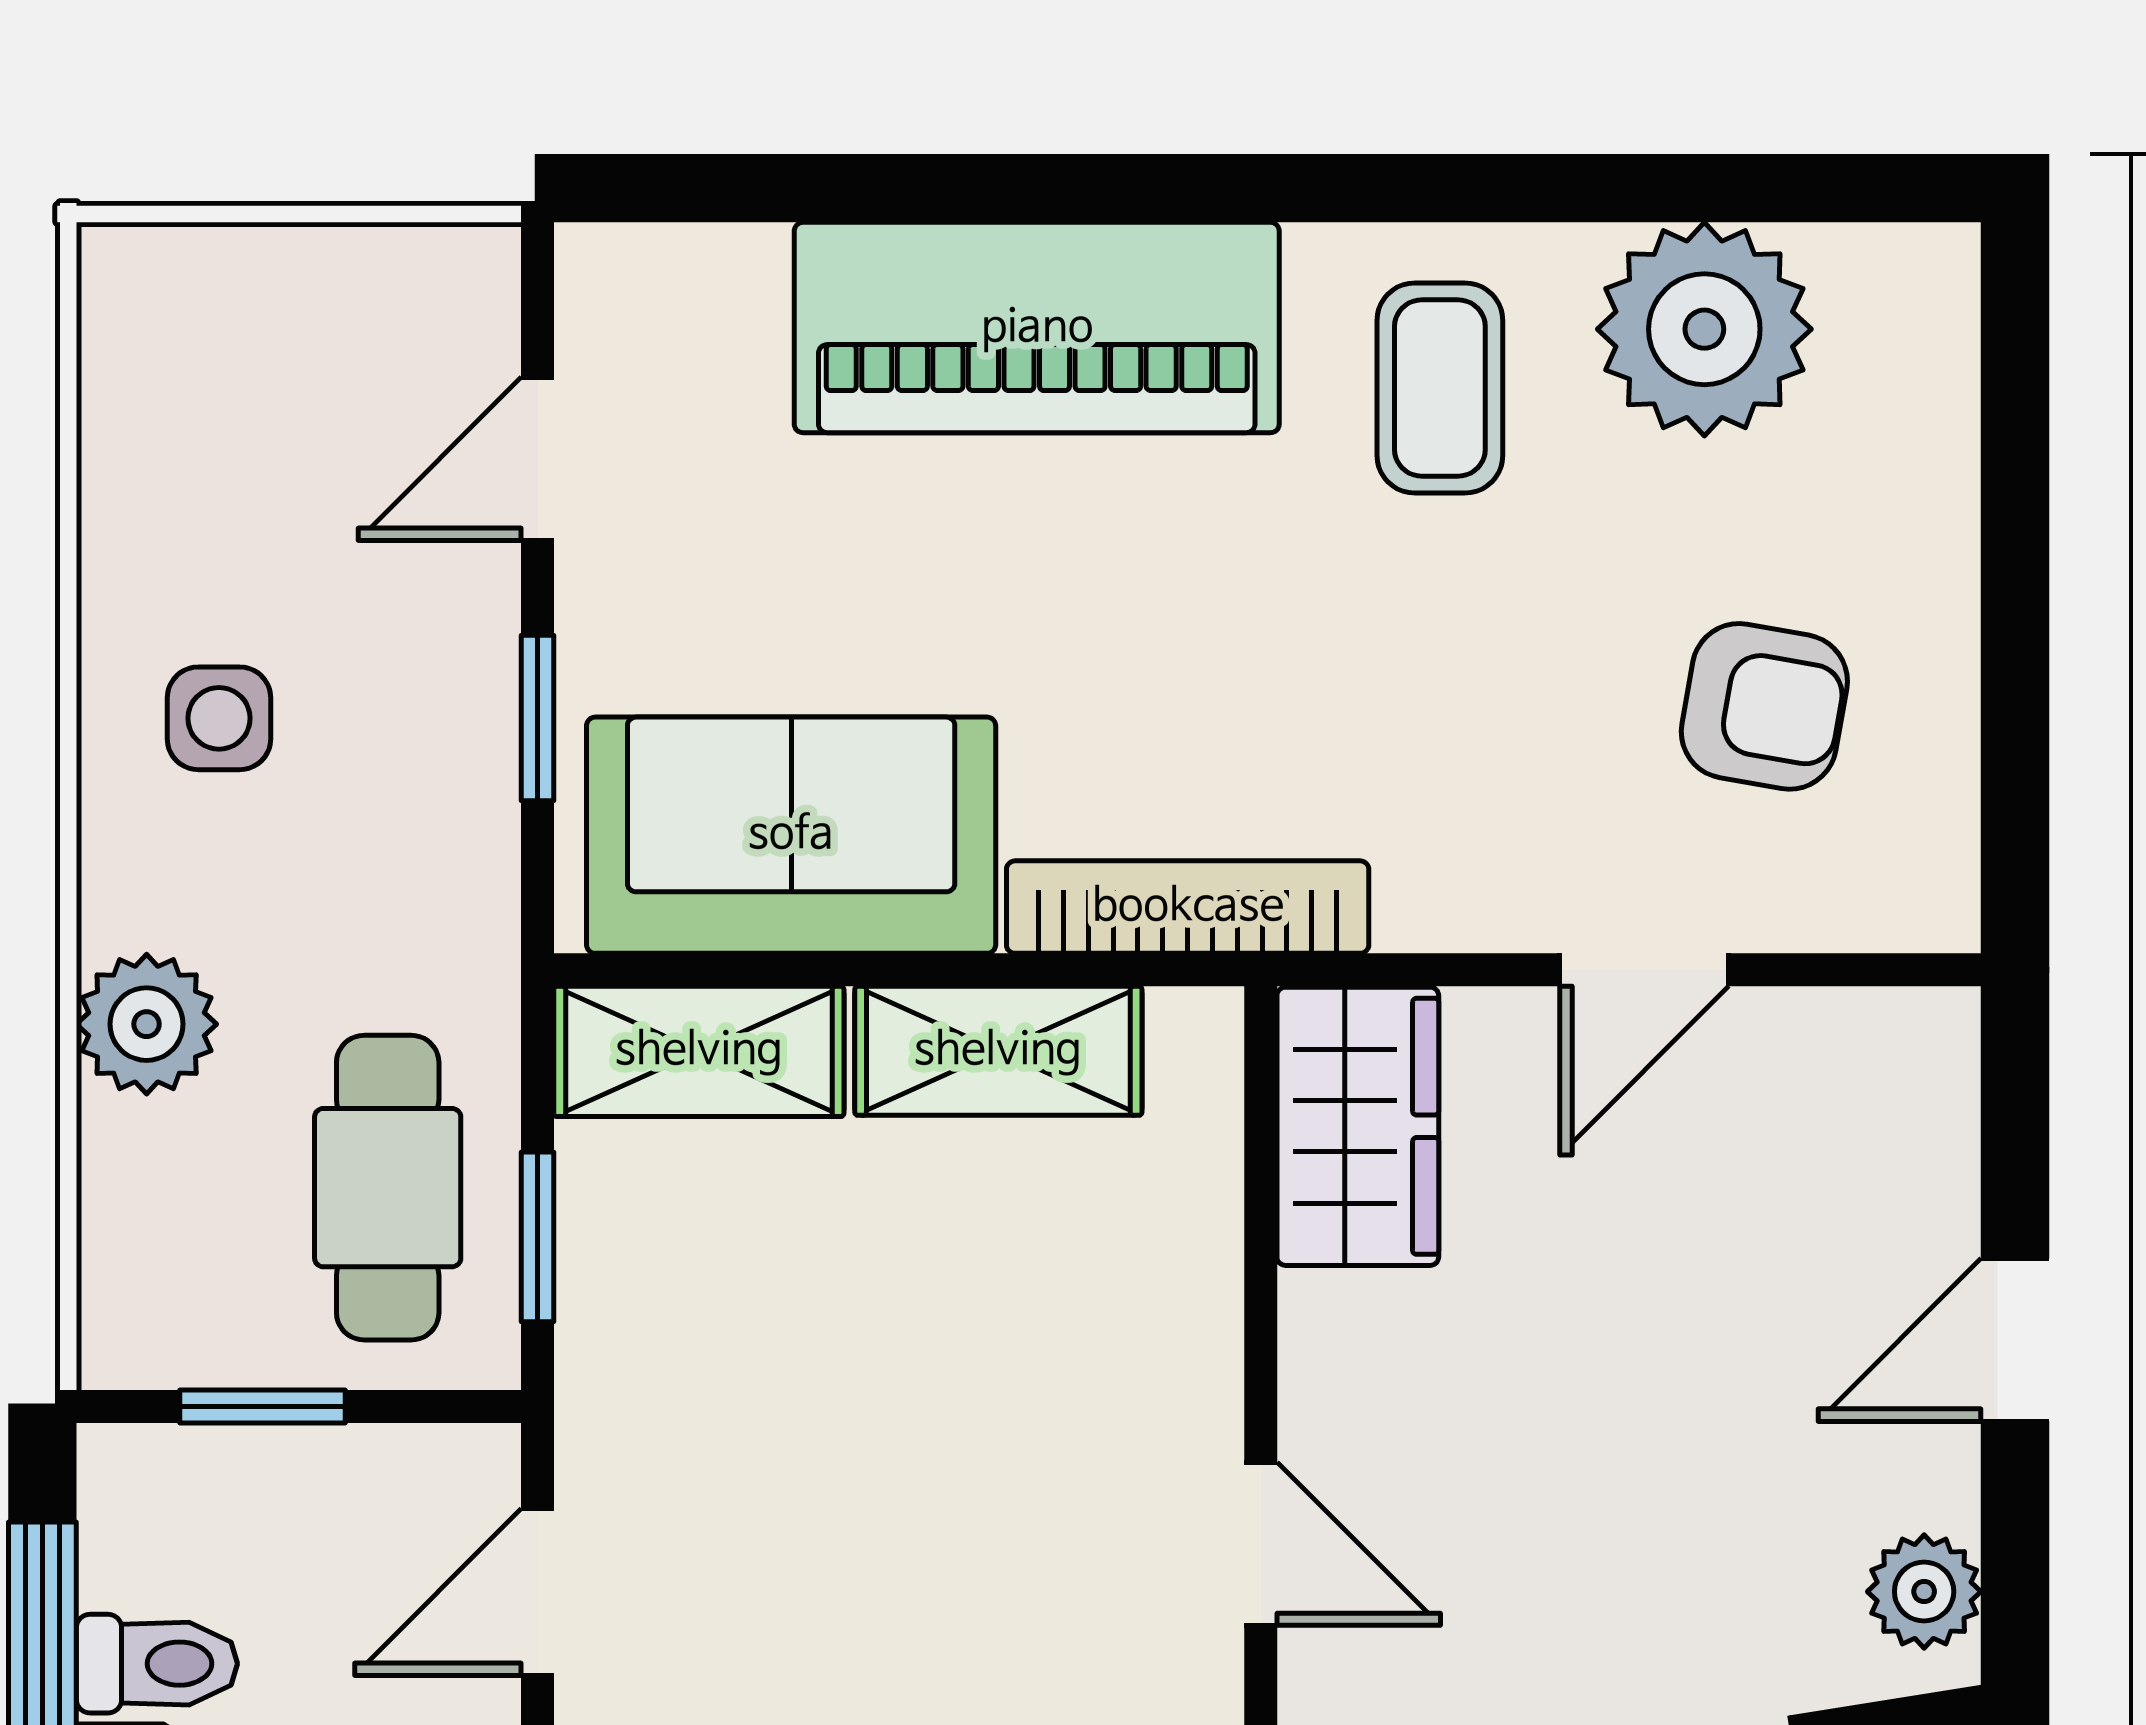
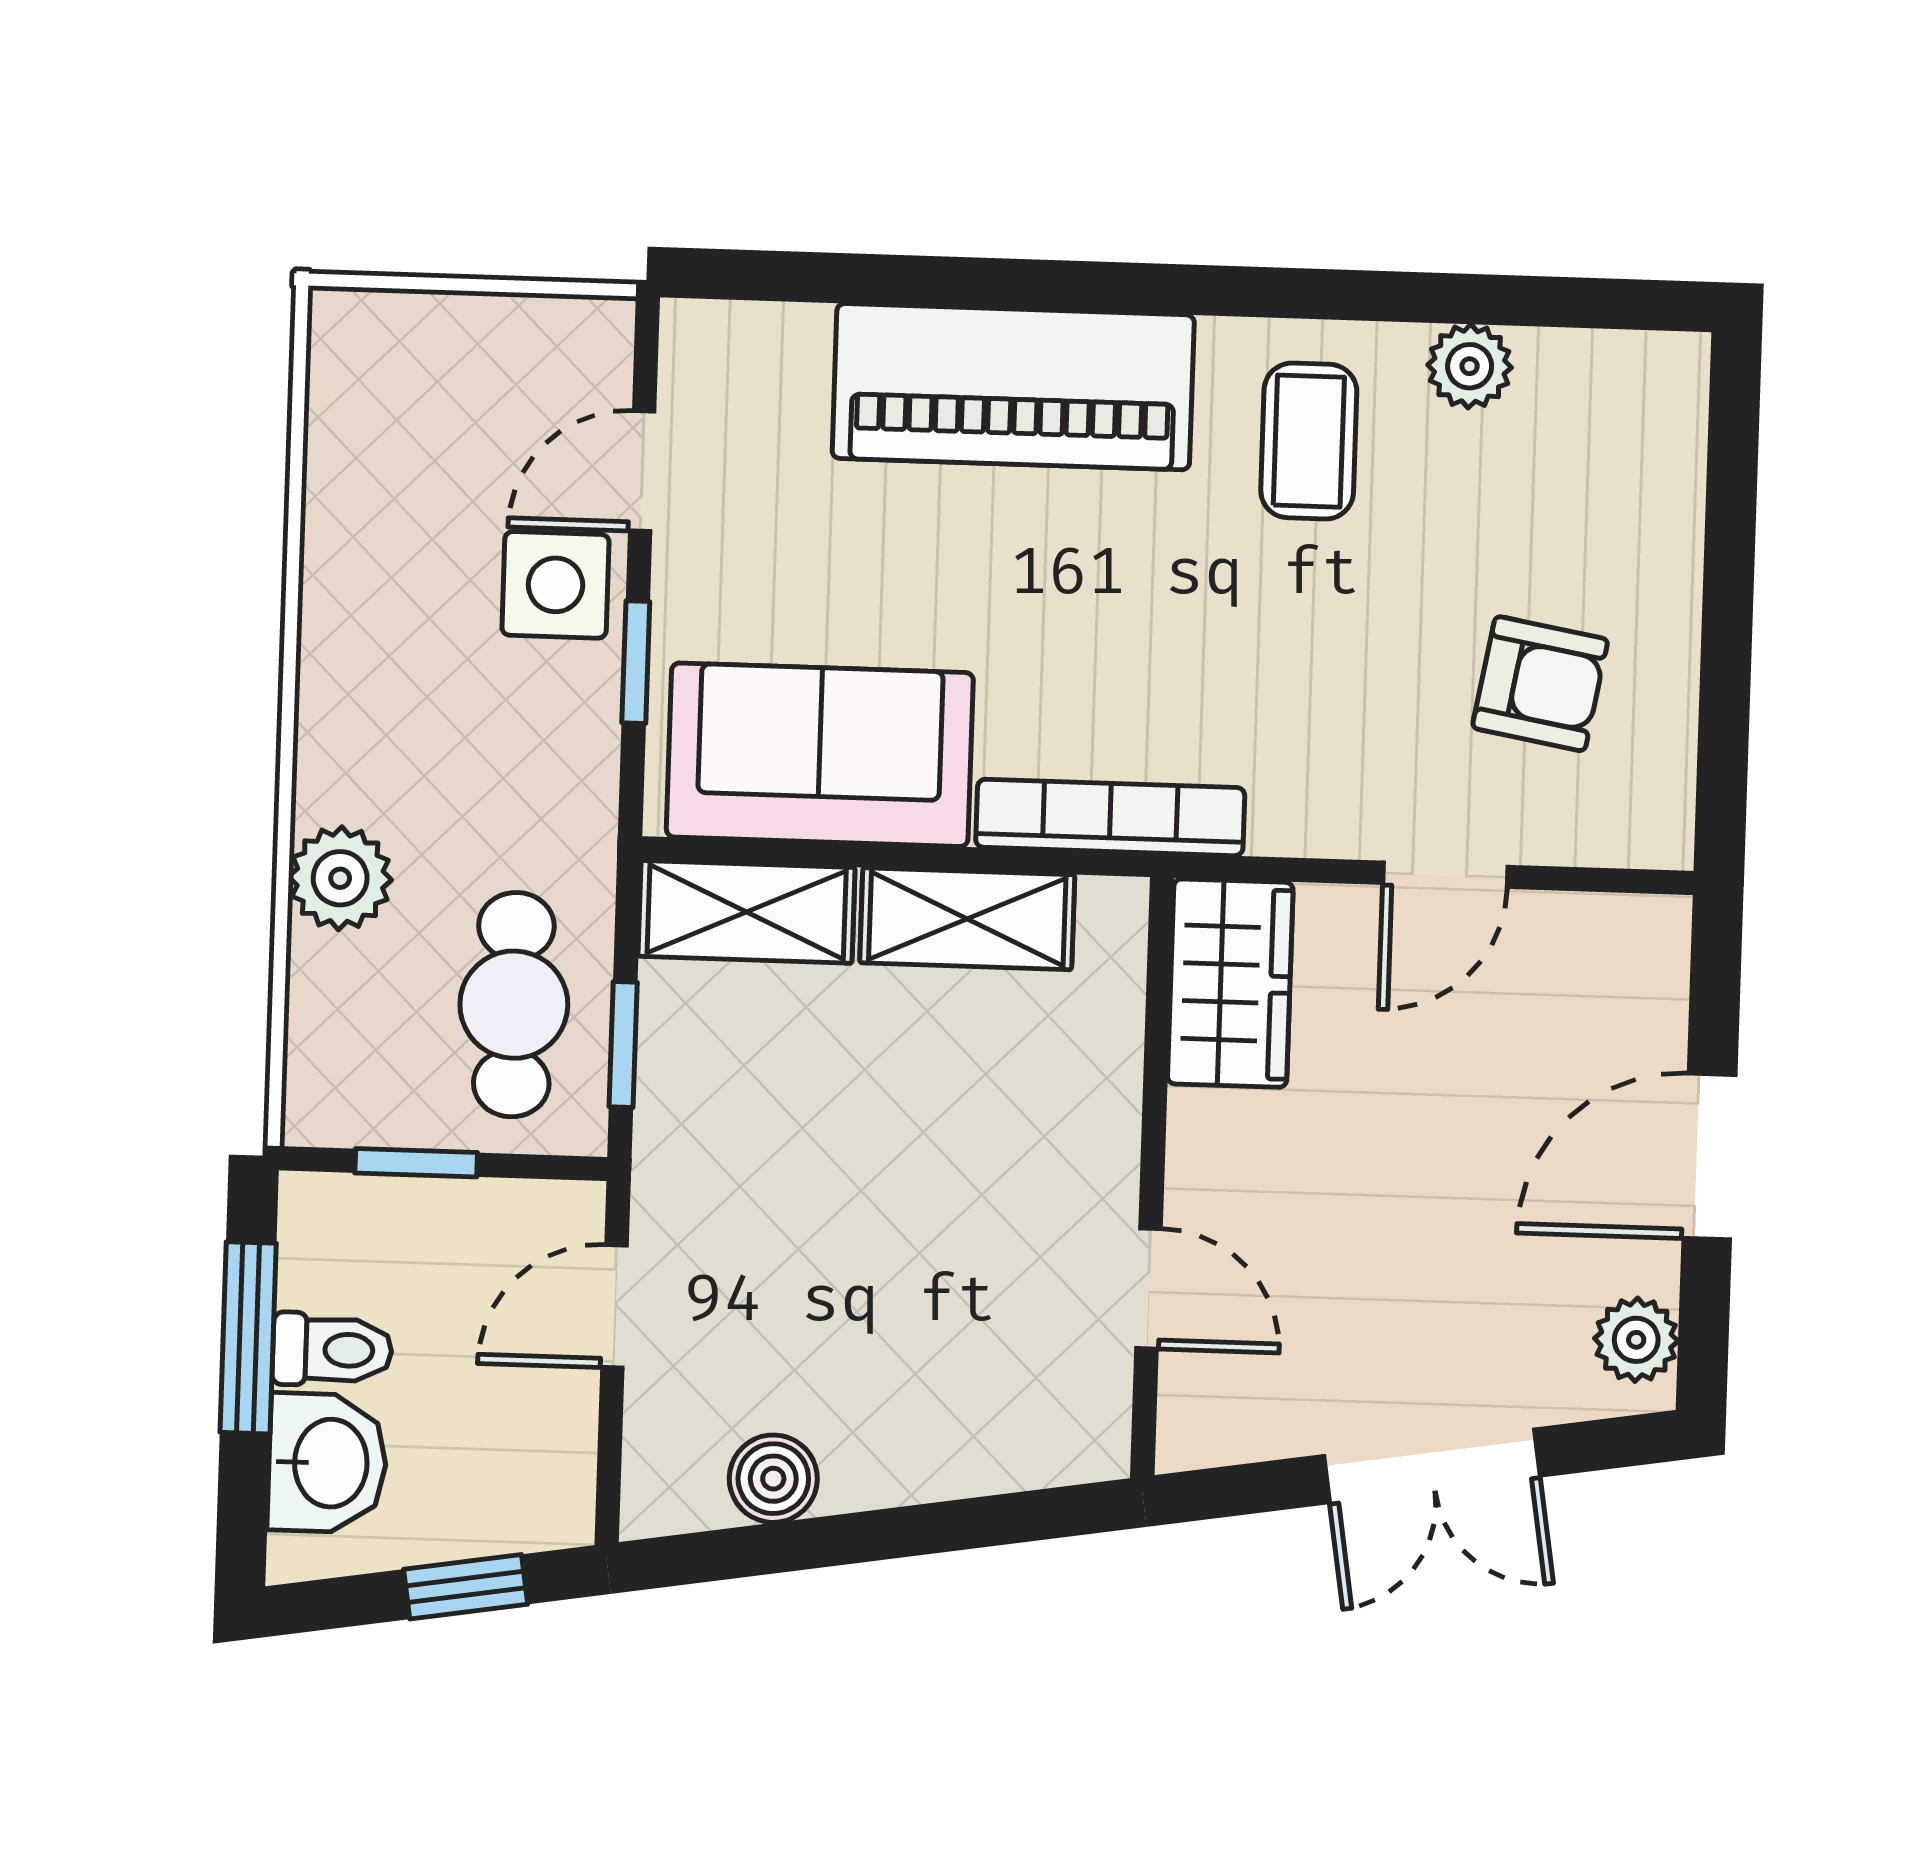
plant: (1704, 329) -> (1470, 366), width x0.53, depth x0.53
side table: (219, 718) -> (556, 585), moved, width x1.37, depth x1.37
door: (2015, 1340) -> (1709, 1157), width x1.38

